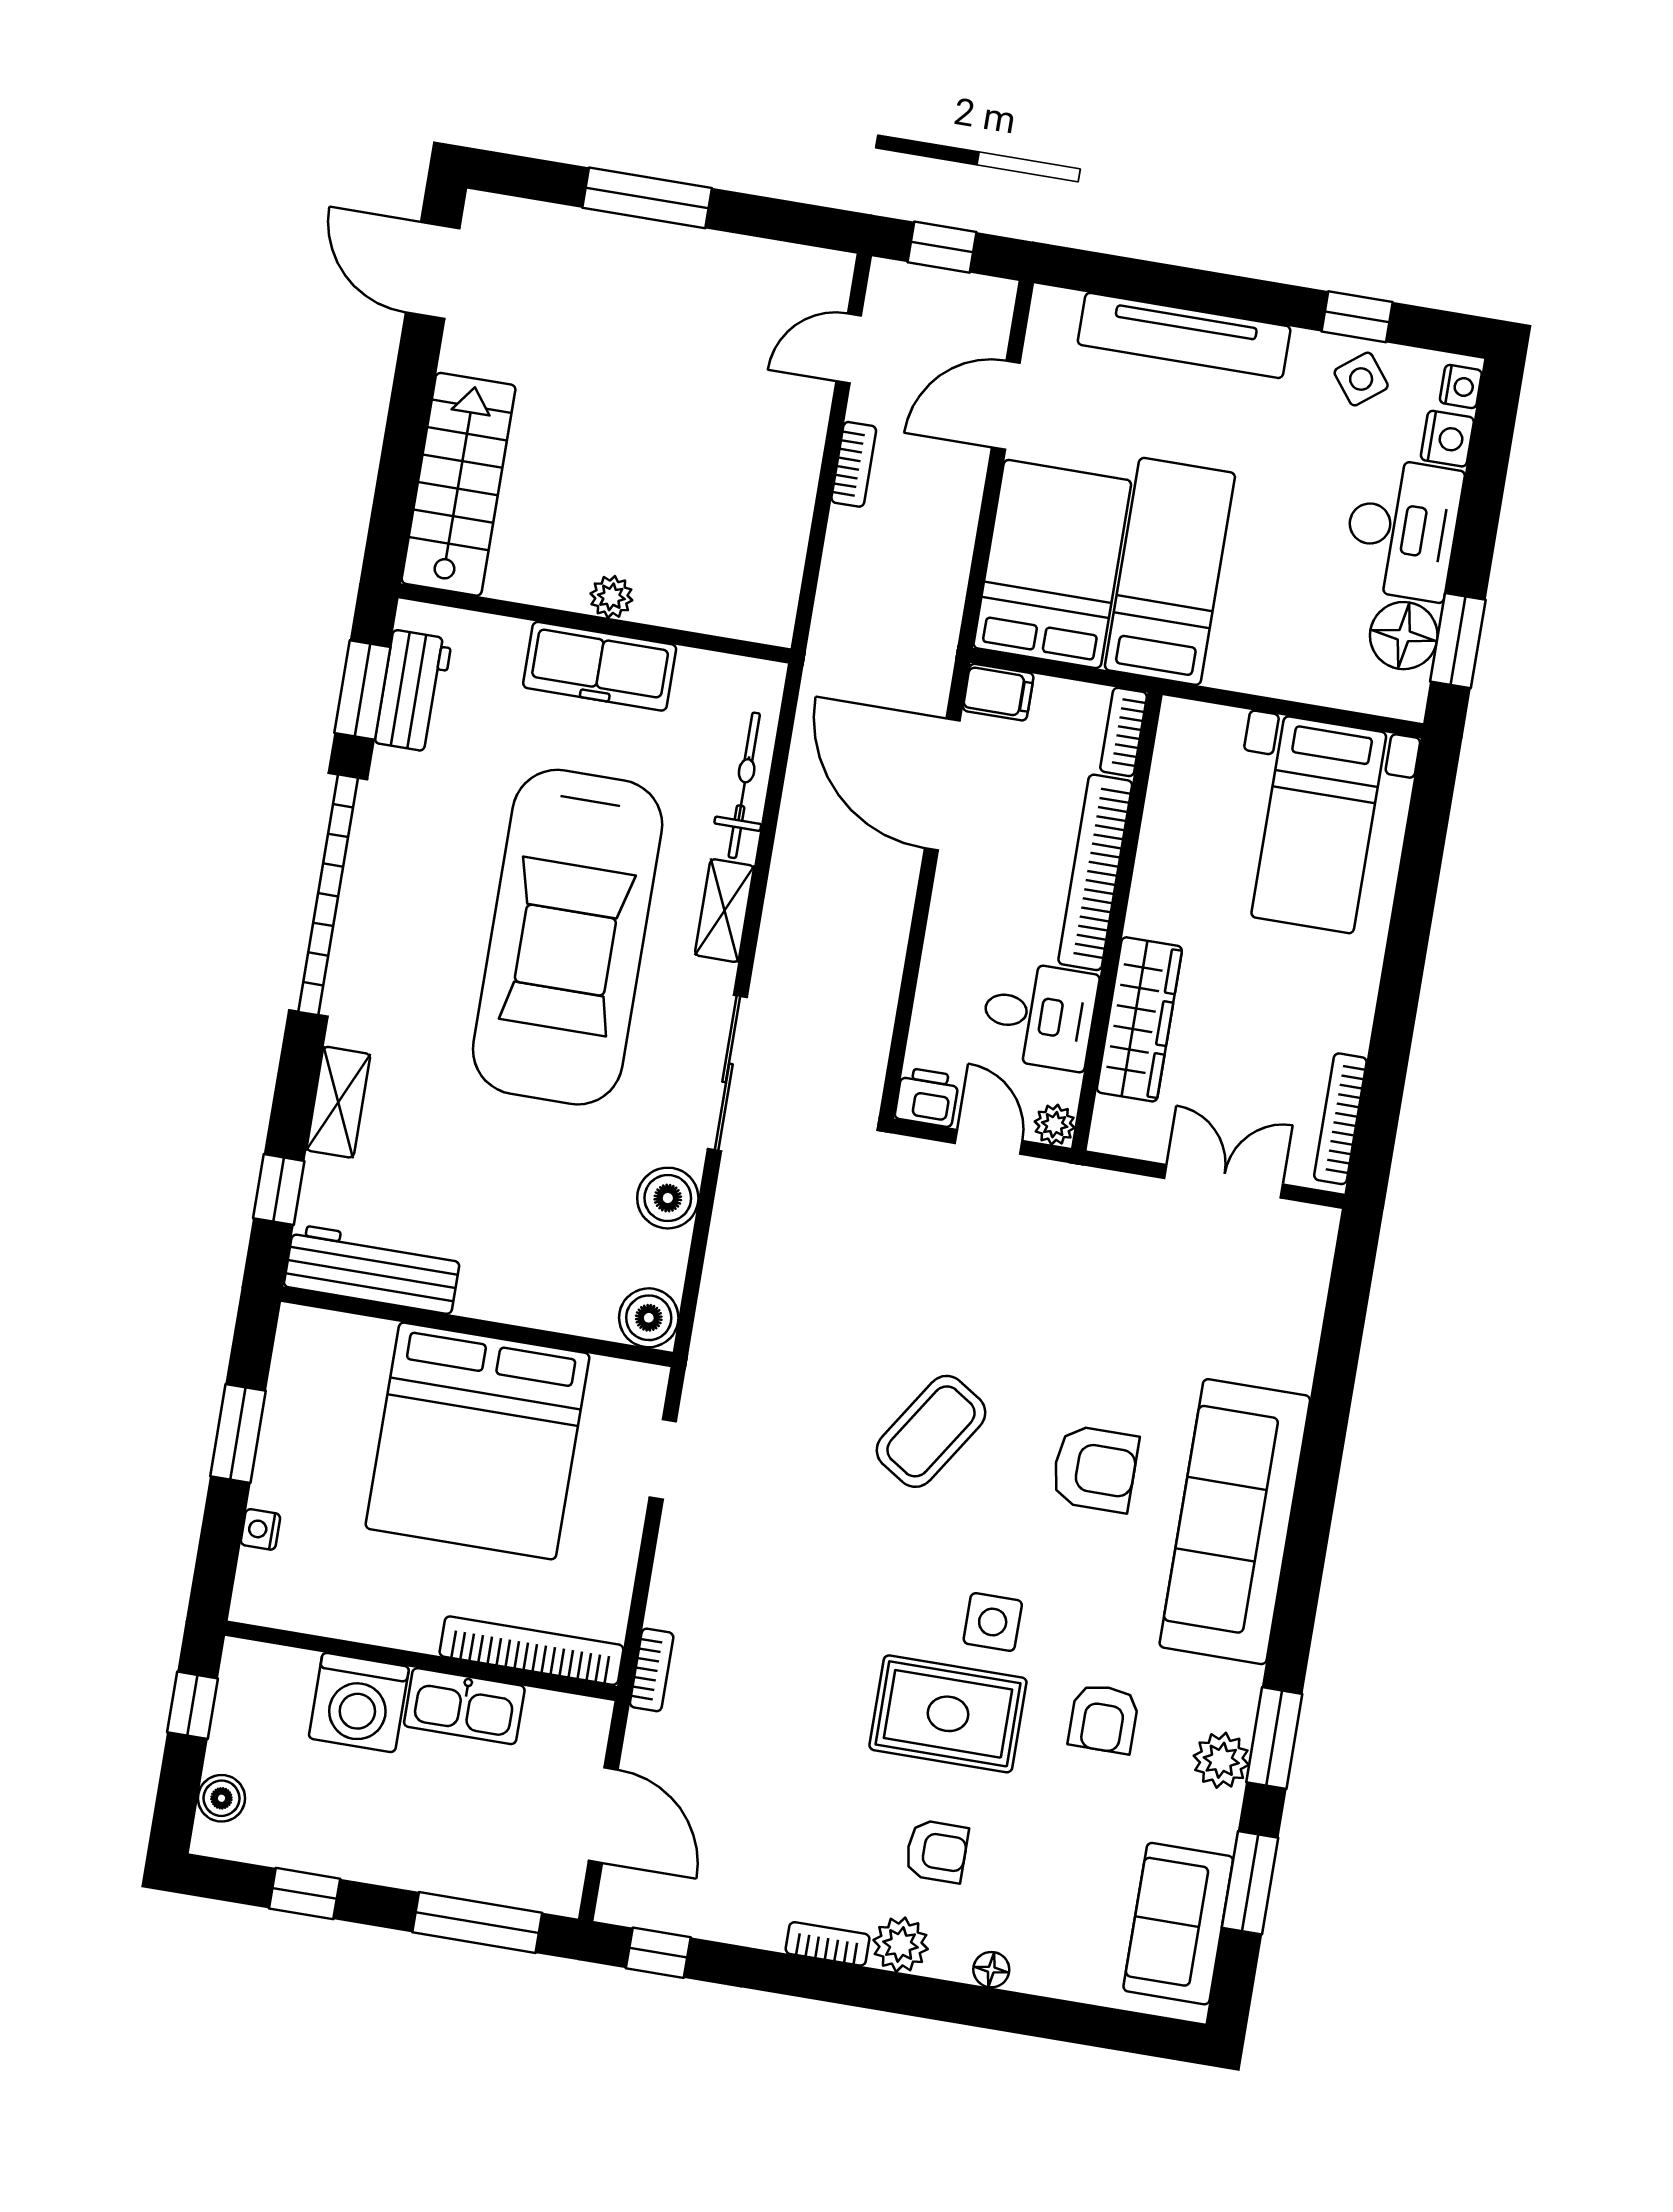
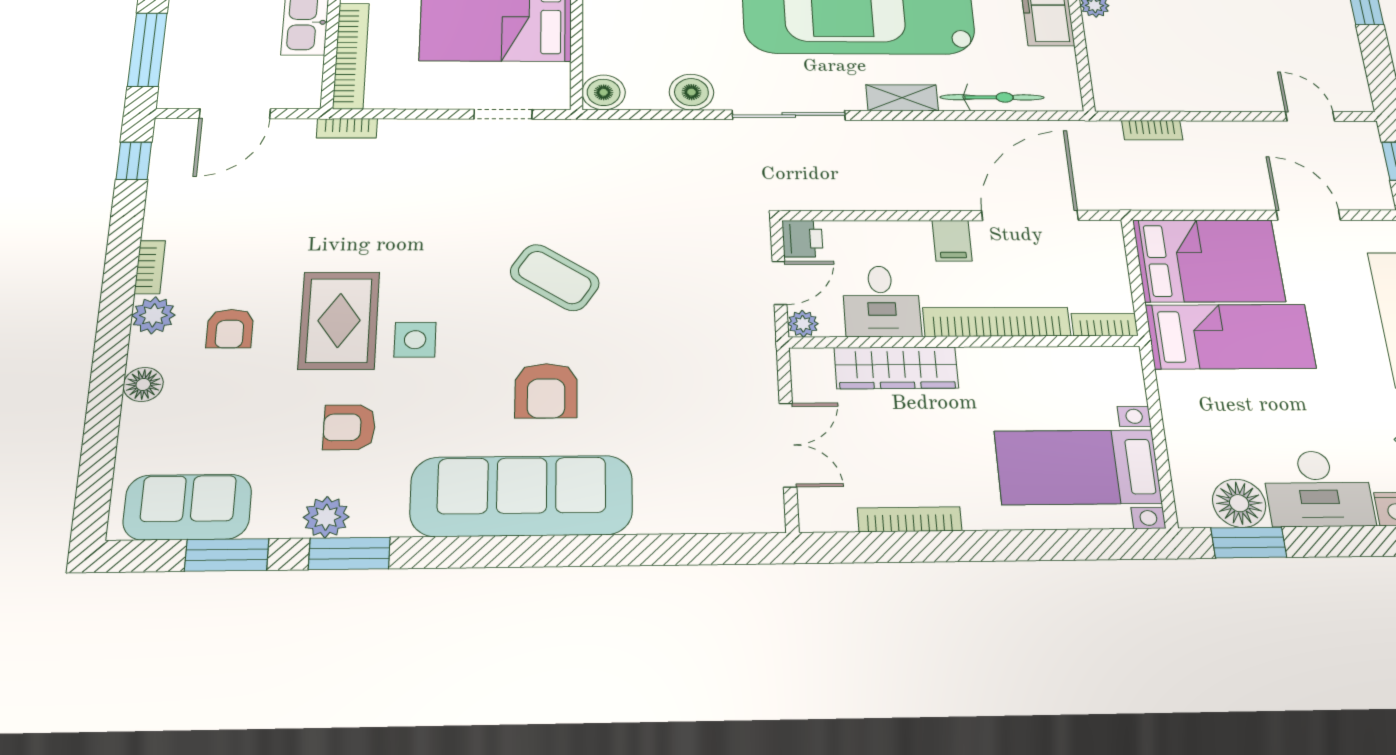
bookcase: (854, 464) -> (1152, 130), moved
filing cabinet: (998, 692) -> (952, 241), moved
bookcase: (1340, 1119) -> (910, 519), moved
floor lamp: (991, 1970) -> (143, 384), width x1.37, depth x1.37

